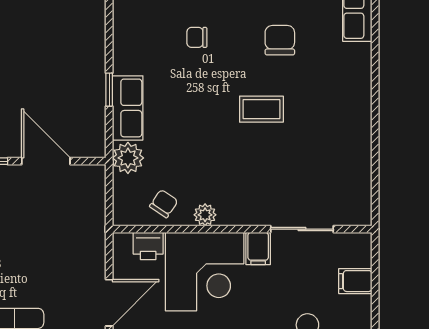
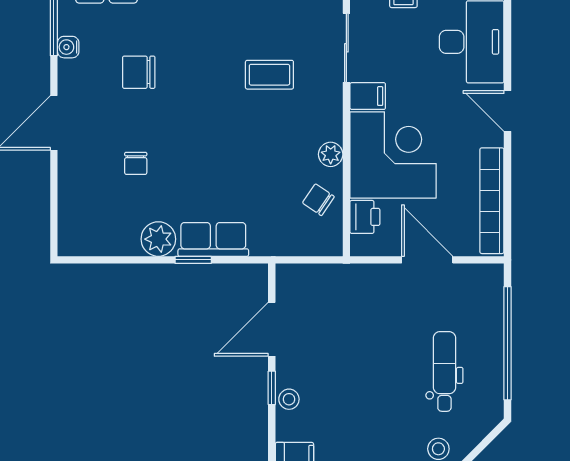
coffee table: (261, 109) -> (269, 75), moved, turned 90
plant: (128, 158) -> (158, 239), moved

